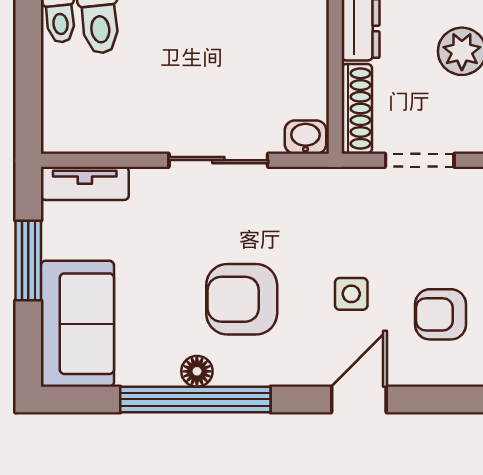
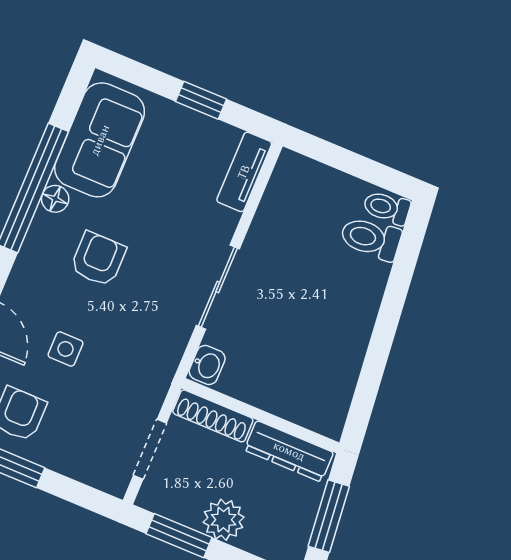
window: (28, 261) -> (201, 100), width x0.67
armchair: (242, 299) -> (98, 259), width x0.72, depth x0.72
sofa: (77, 324) -> (100, 140), moved, turned -90

